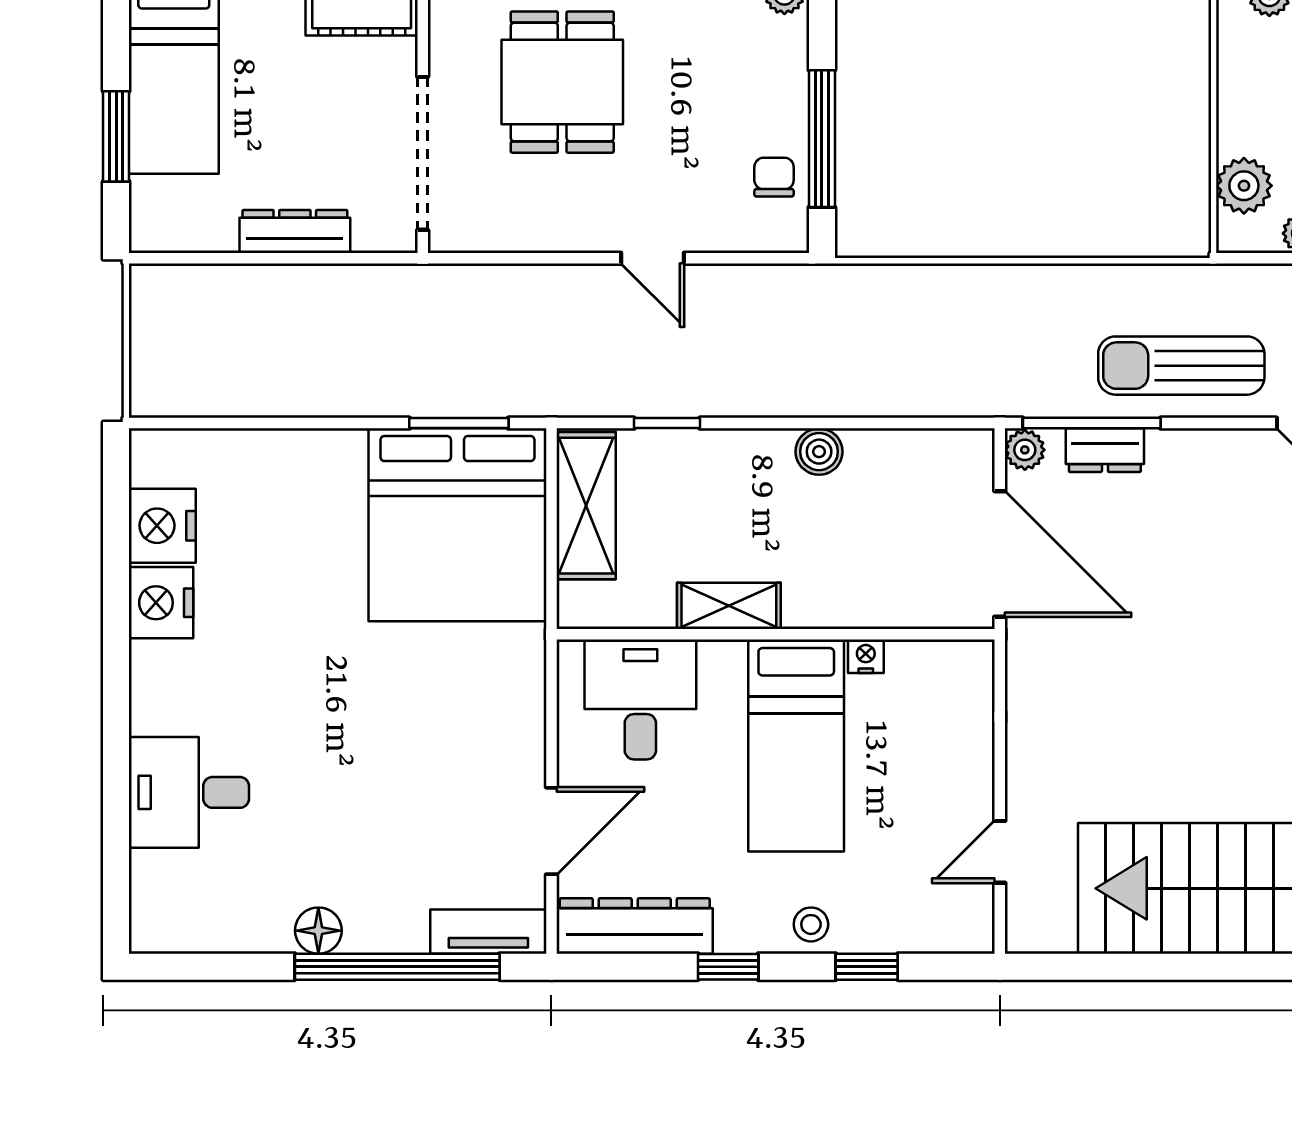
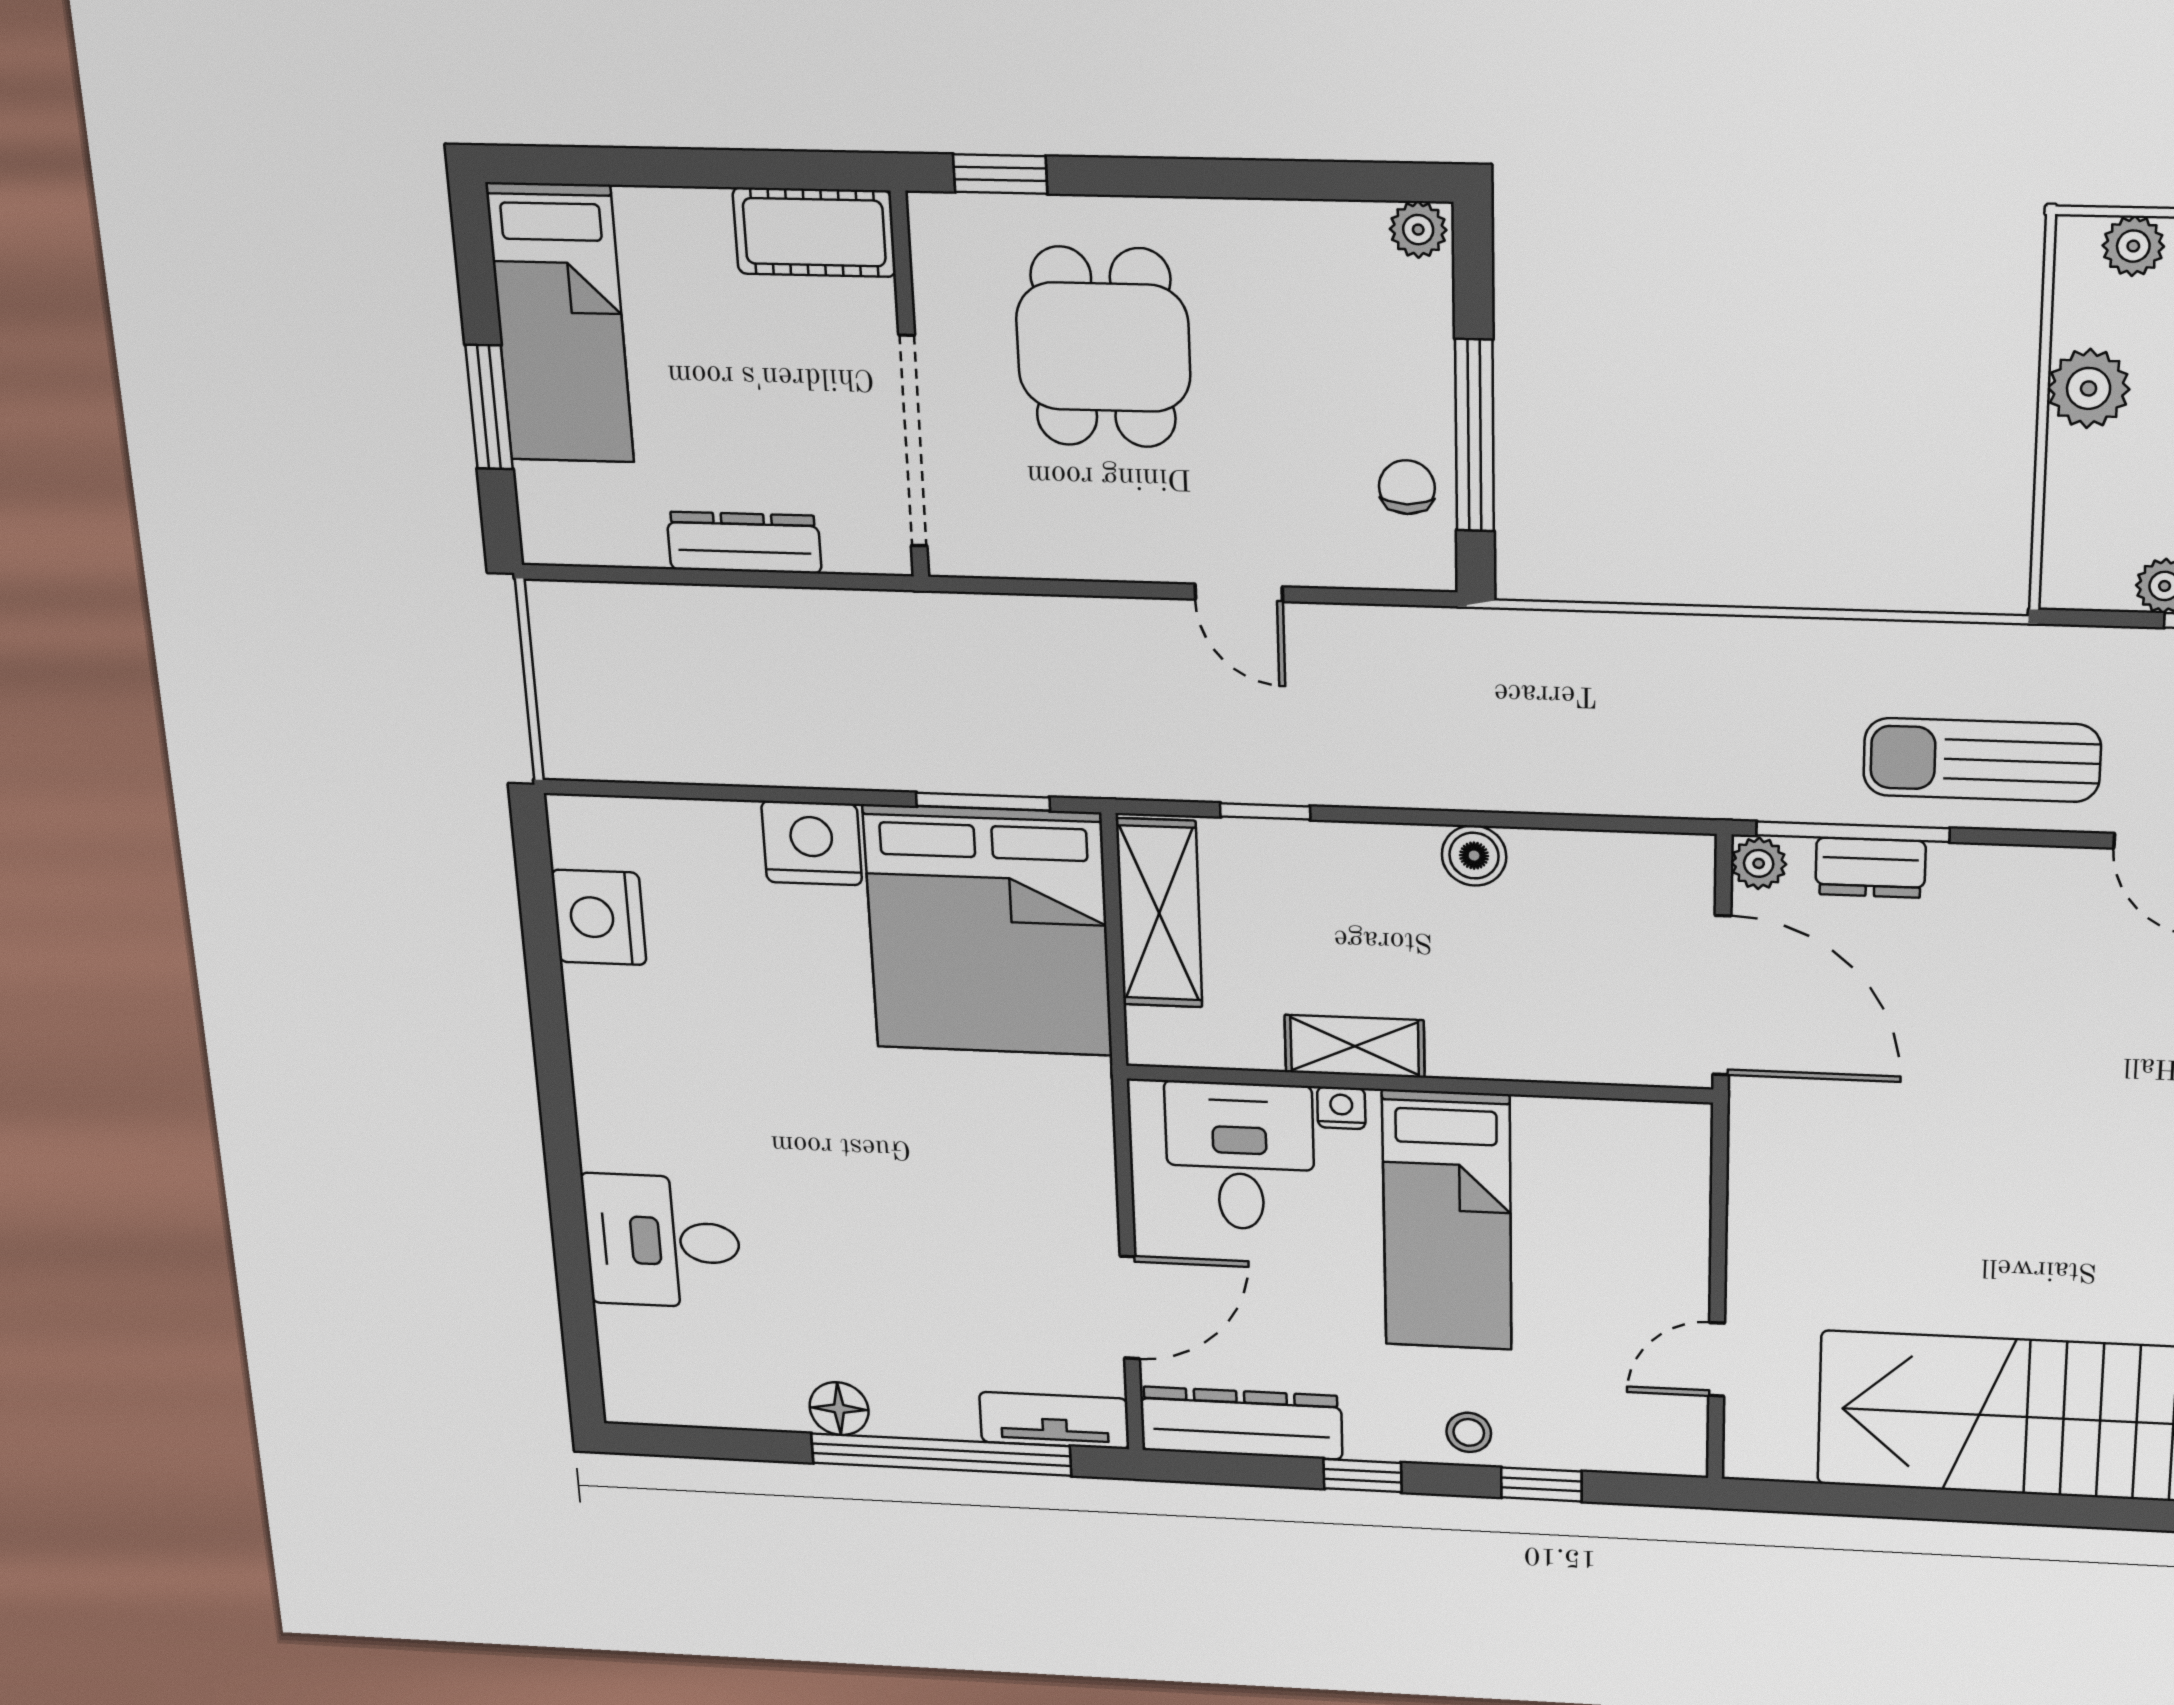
plant: (1244, 186) -> (2089, 388), moved
nightstand: (161, 603) -> (812, 843), moved, turned 90
nightstand: (866, 656) -> (1341, 1108), moved

